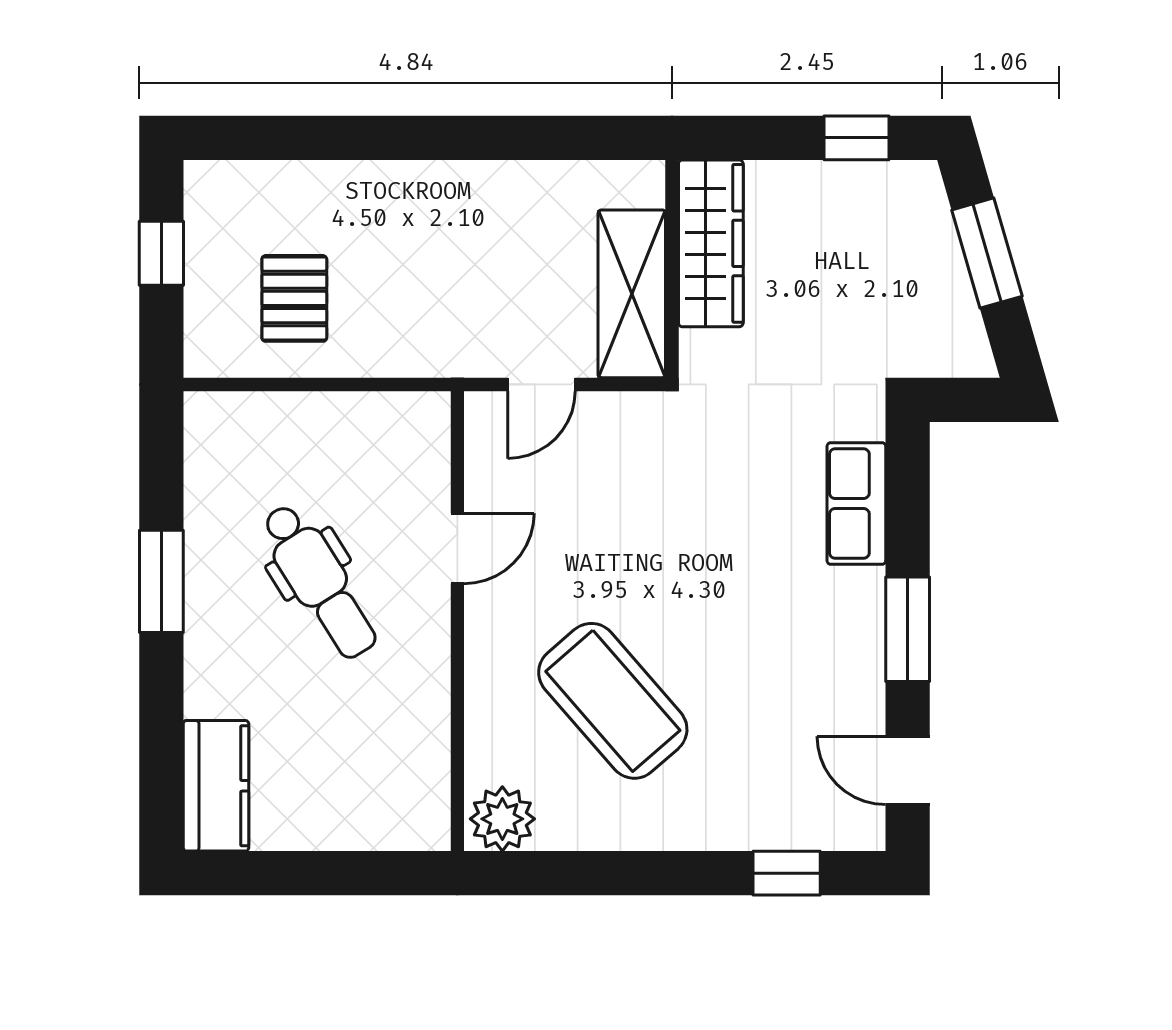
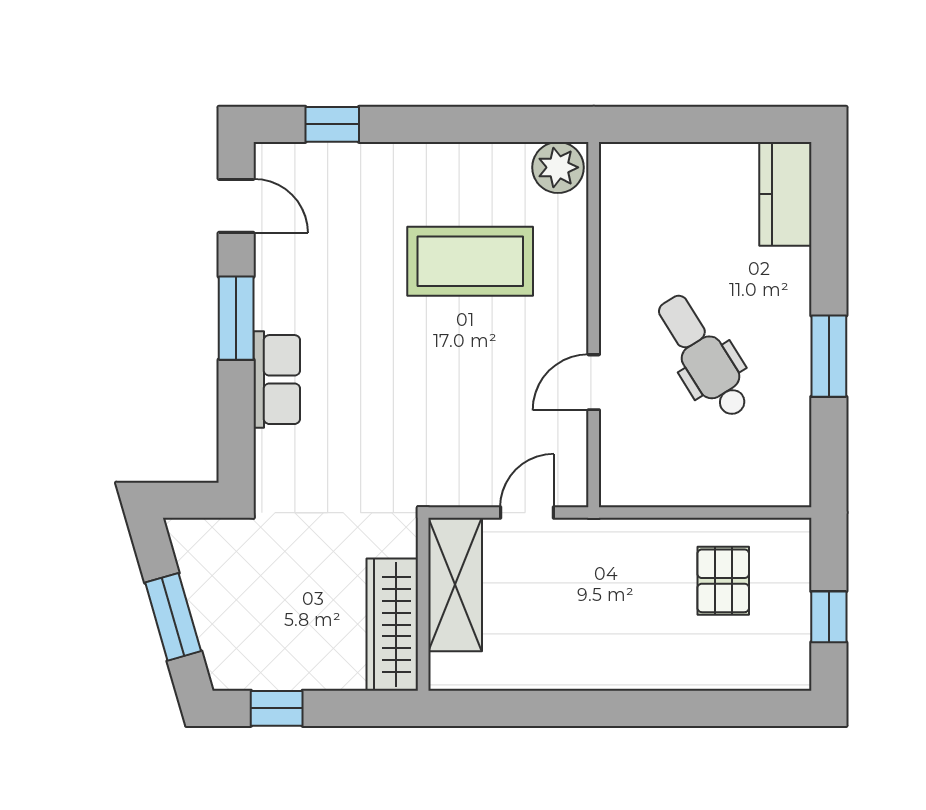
row of seats: (856, 504) -> (277, 380), moved
coffee table: (613, 701) -> (470, 261), turned -49

